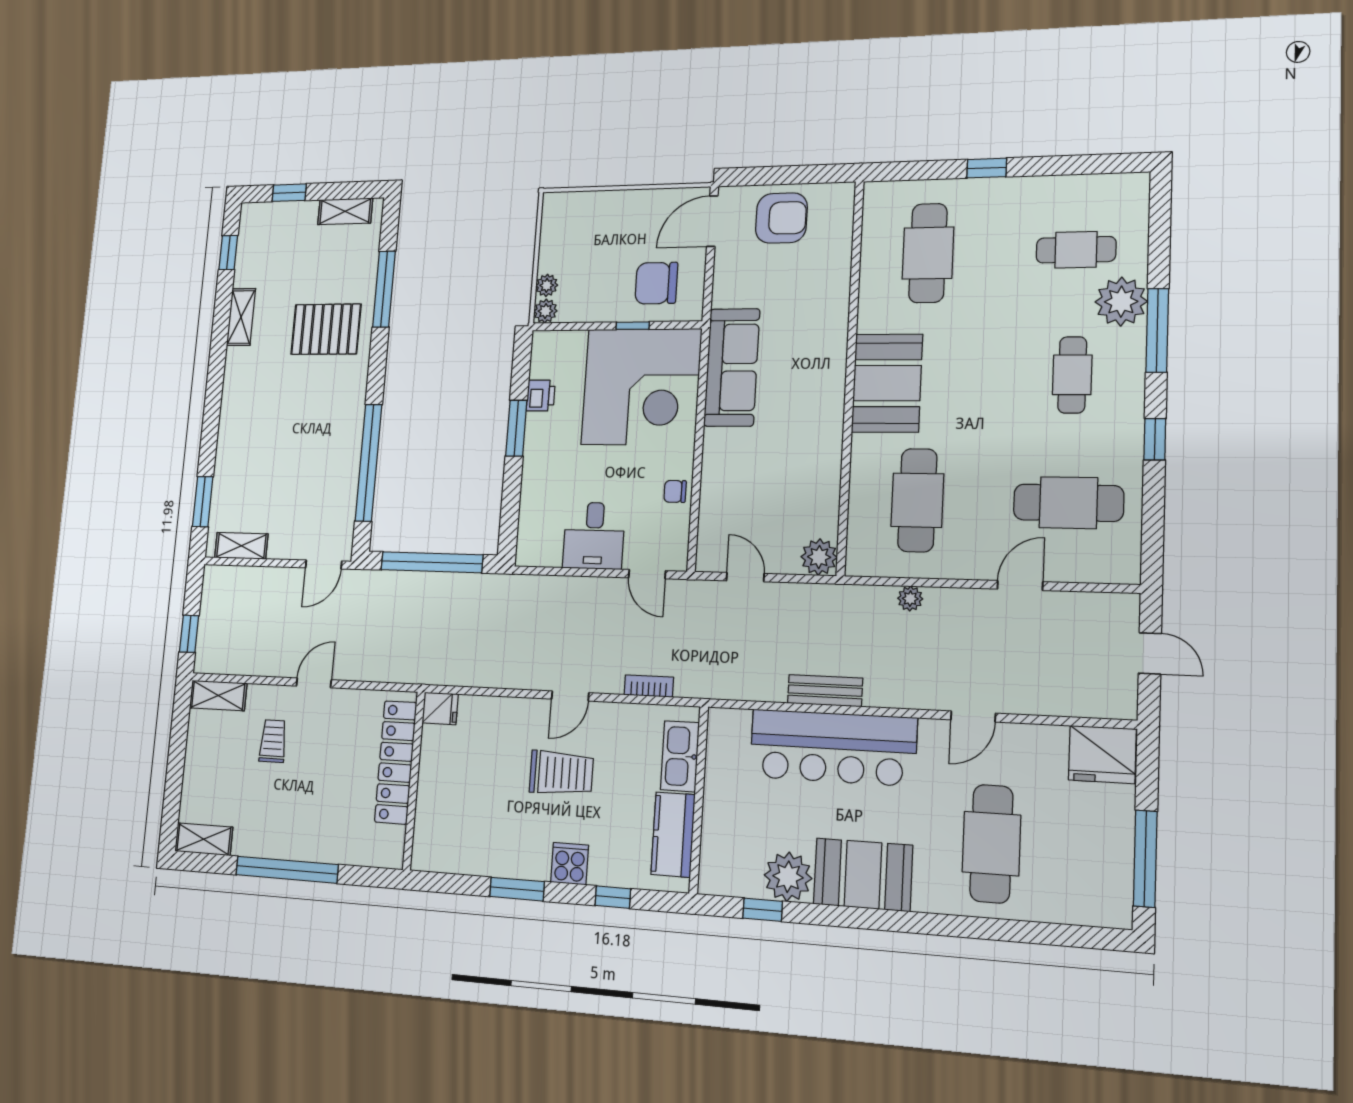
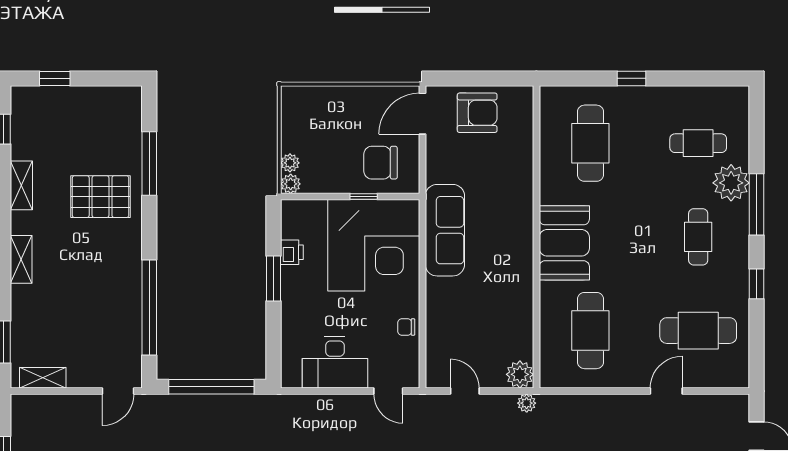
shelving: (345, 211) -> (21, 259), moved, turned 90
desk: (594, 536) -> (335, 363), width x1.37
plant: (910, 599) -> (527, 403), moved

